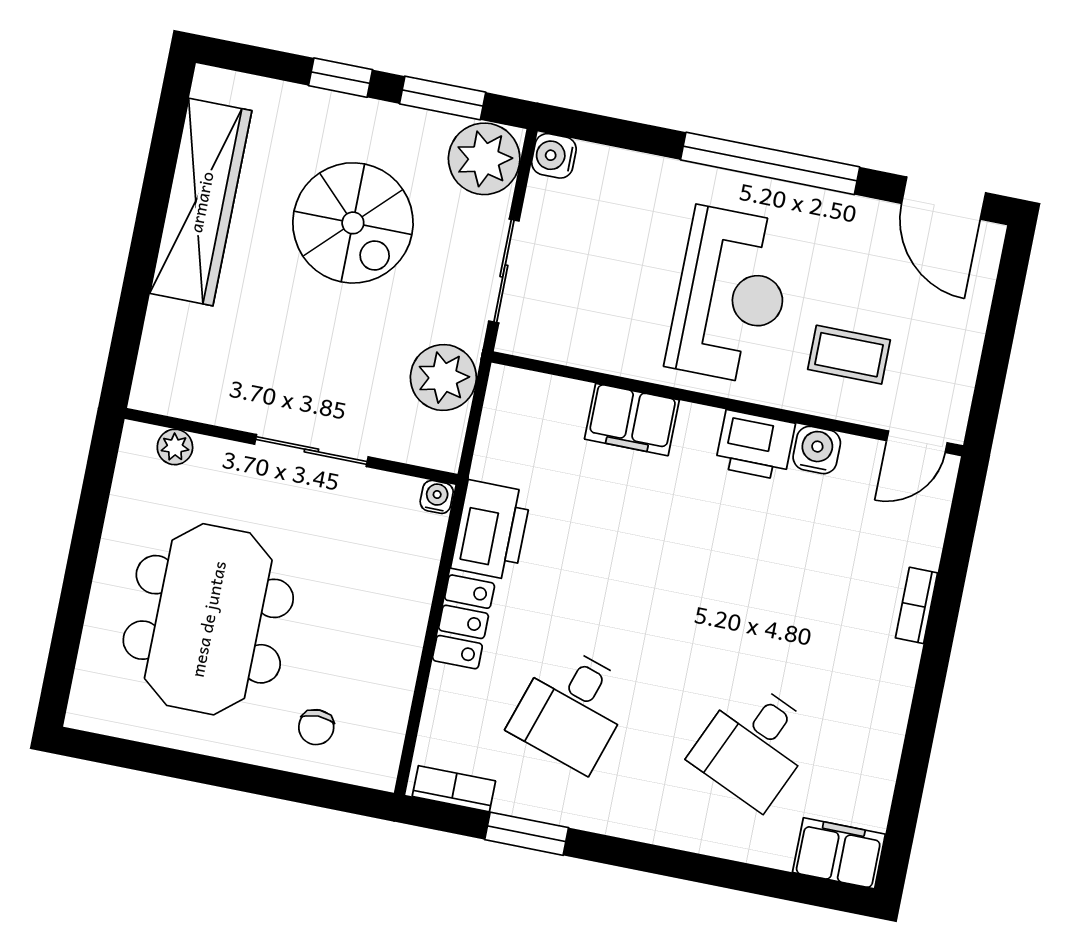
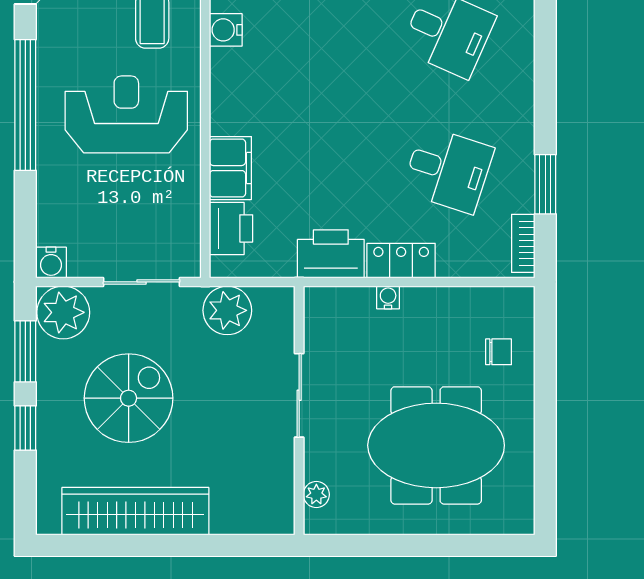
printer: (755, 445) -> (231, 228), moved
water cooler: (437, 497) -> (388, 297), moved, turned 90

